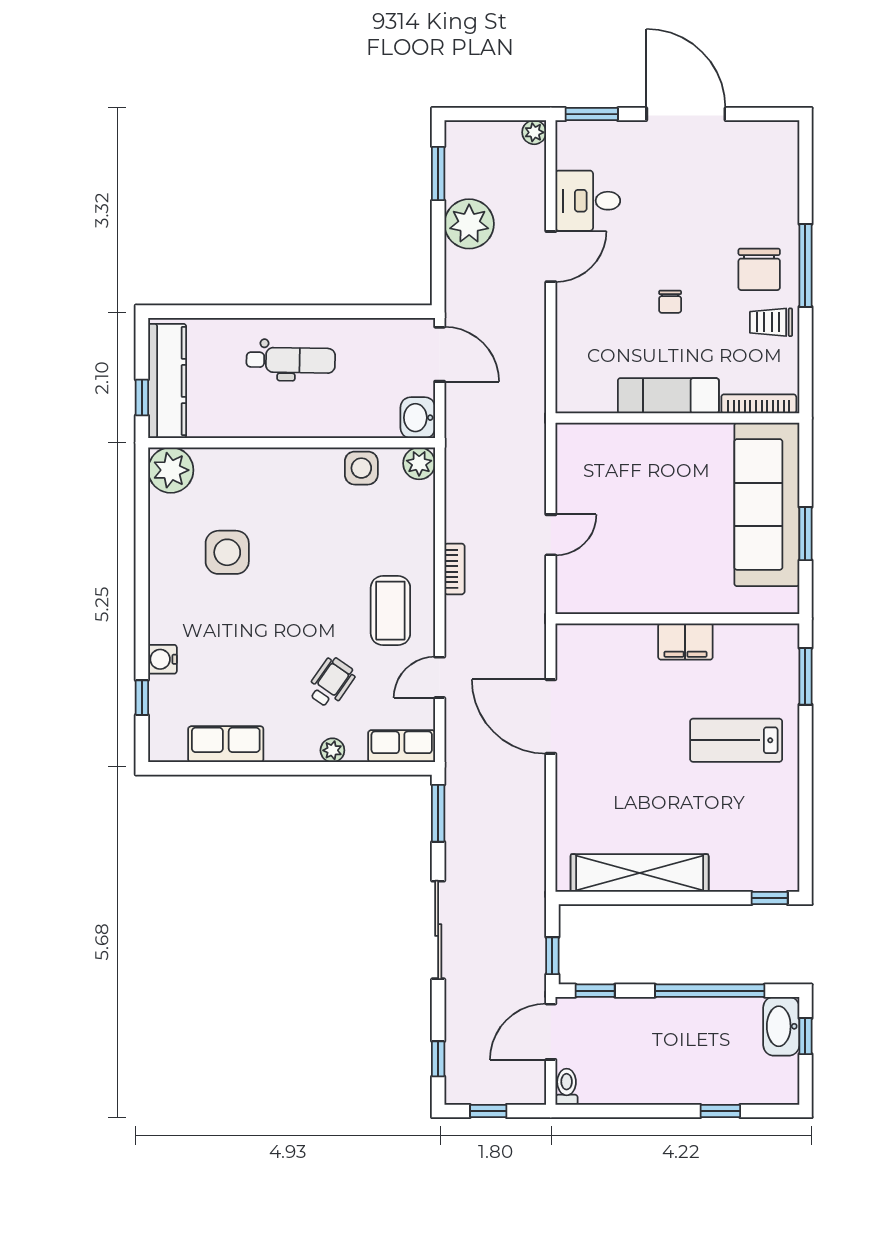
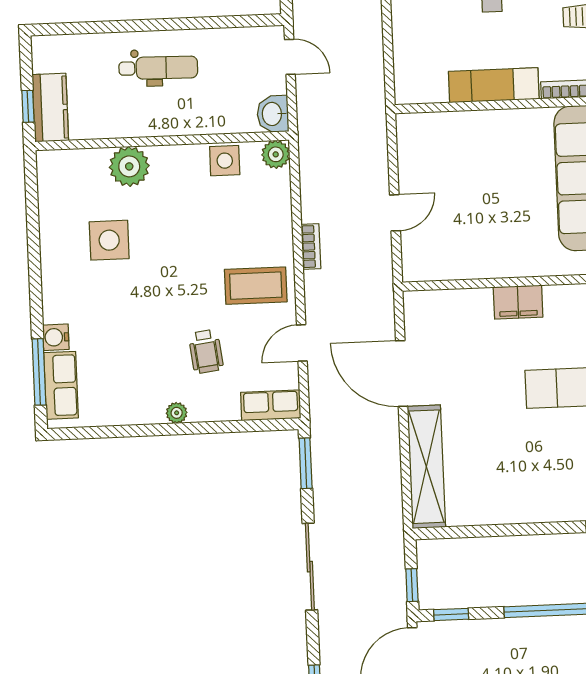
door: (440, 354) -> (290, 57), width x0.73
kitchen counter: (167, 381) -> (50, 108), width x0.67
plant: (171, 470) -> (129, 166), moved
coffee table: (390, 611) -> (256, 286), turned 90
wheelchair: (331, 682) -> (206, 351), turned 138
window: (142, 698) -> (39, 372), width x2.17
row of seats: (226, 744) -> (61, 385), moved, turned 90
plant: (332, 750) -> (177, 413), moved
shelving: (640, 873) -> (426, 467), moved, turned 90

